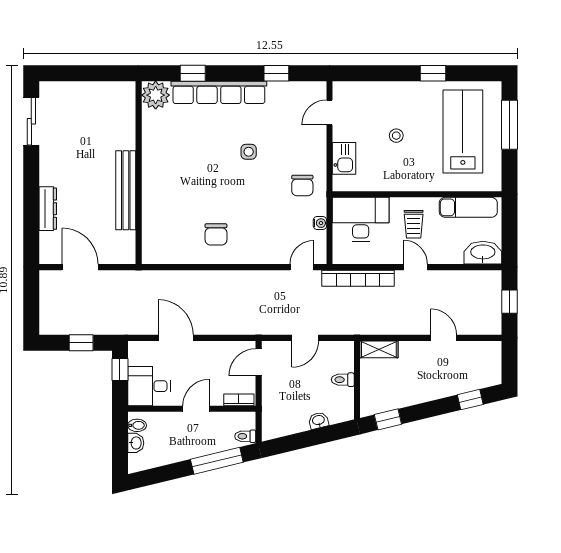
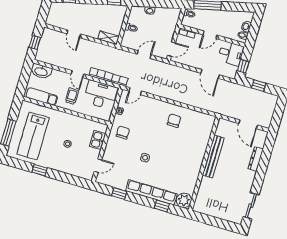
desk: (361, 219) -> (100, 95), moved, turned 180

